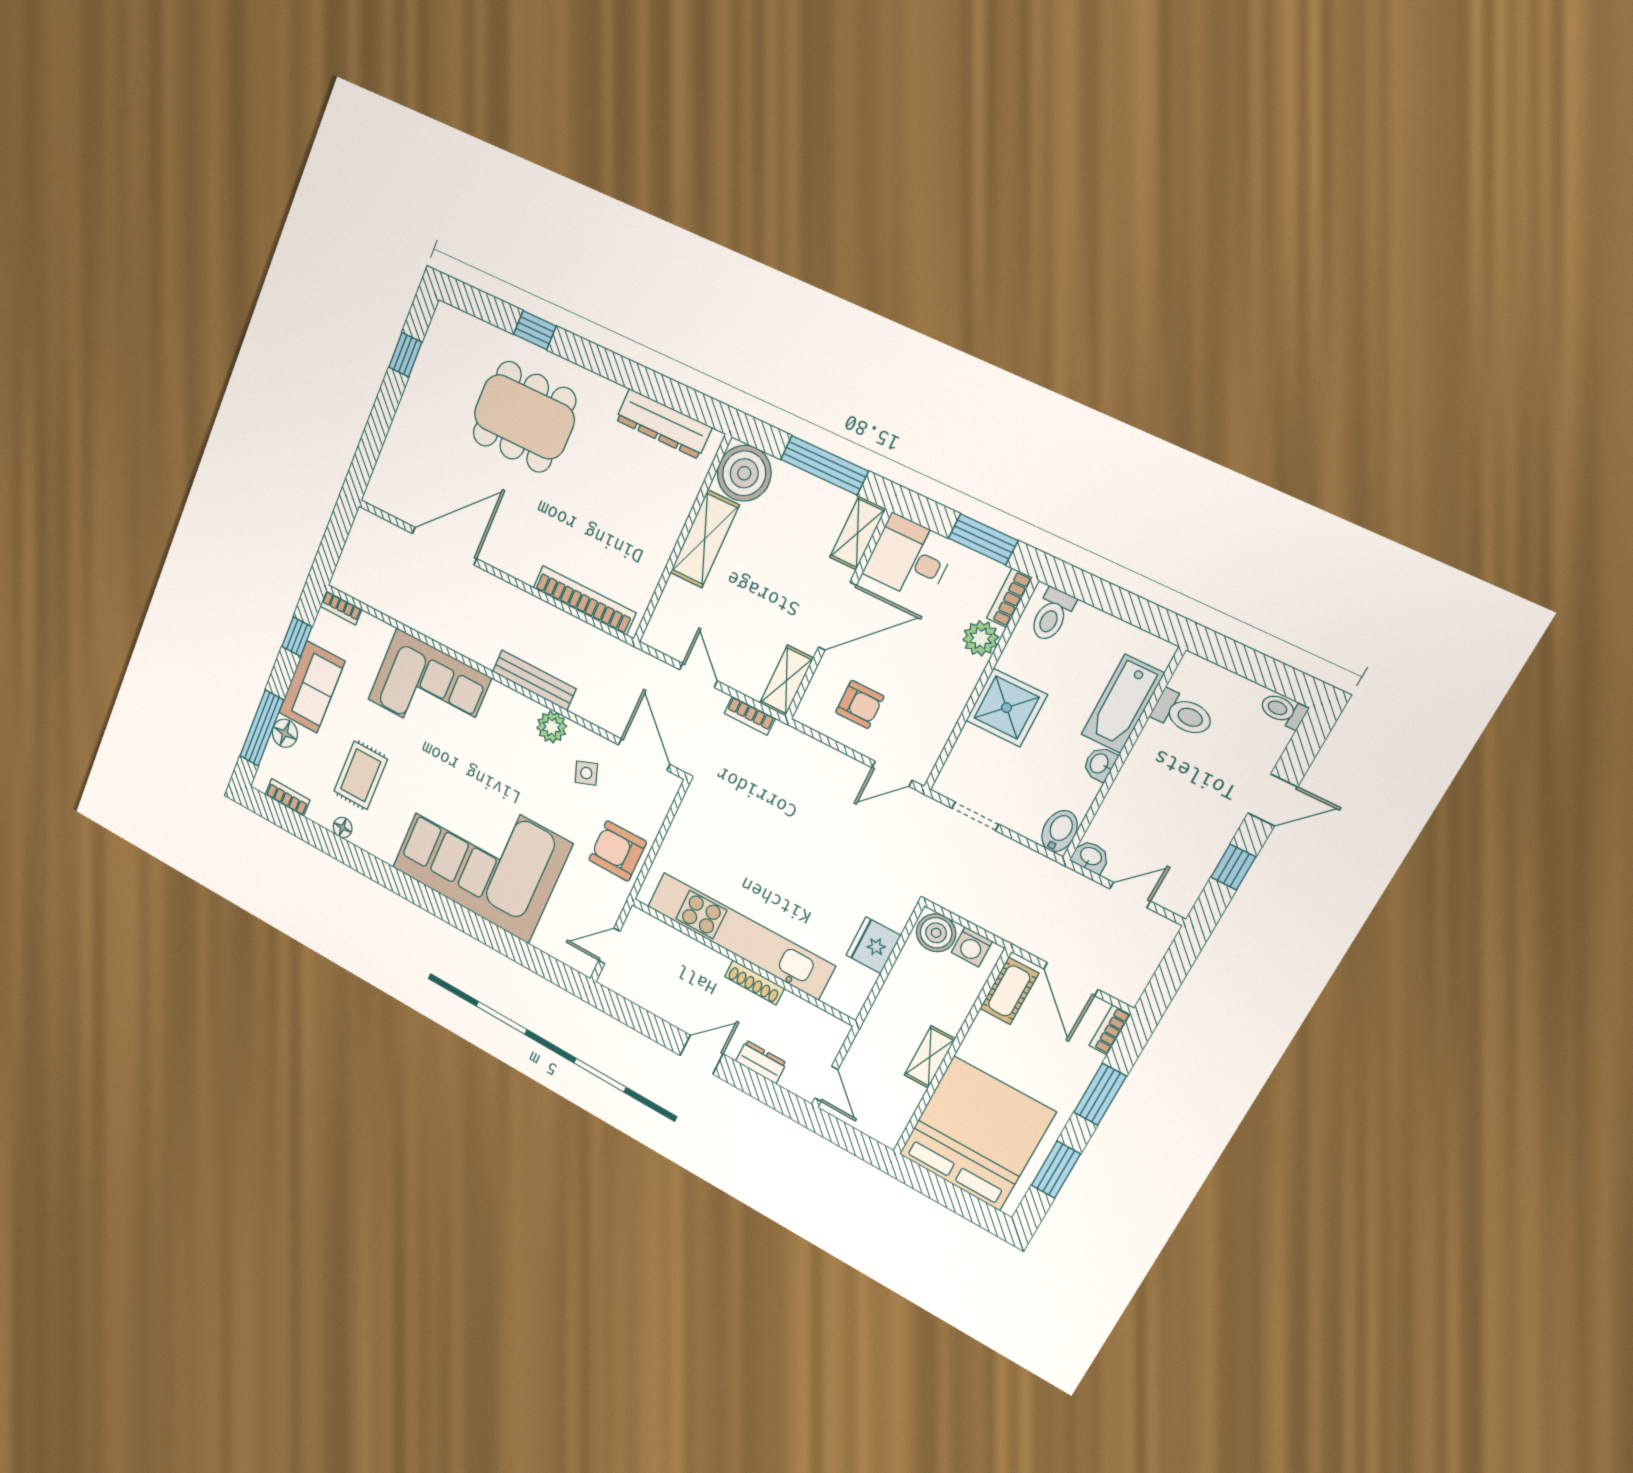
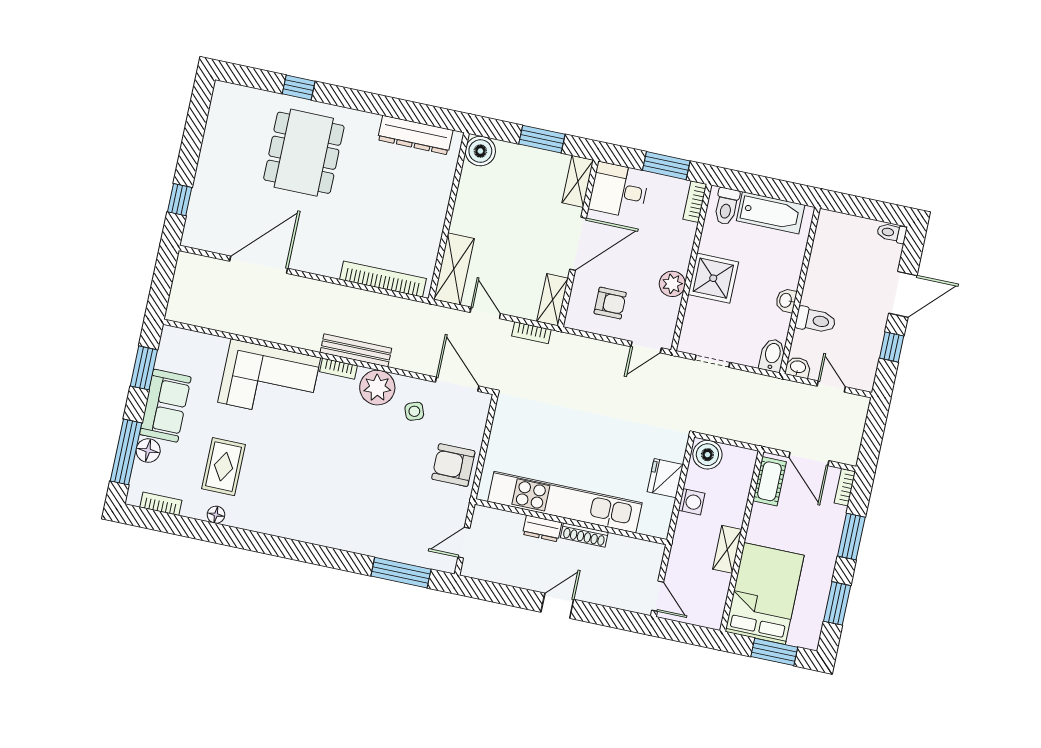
window: (405, 355) -> (180, 200), moved
dining table: (524, 417) -> (304, 153), turned 90
window: (824, 465) -> (542, 139), width x0.69
boiler: (744, 473) -> (480, 151), width x0.73, depth x0.73
shelving: (705, 539) -> (454, 269), moved
bookcase: (341, 608) -> (338, 369), moved
window: (297, 637) -> (144, 368), width x1.50
plant: (981, 638) -> (672, 284), moved
bathtub: (1123, 704) -> (771, 213), moved, turned -90
toilet: (1183, 714) -> (816, 320), moved
plant: (552, 727) -> (377, 388), width x1.36, depth x1.36
door: (1273, 800) -> (903, 294), width x1.37
corner sofa: (481, 856) -> (342, 502), removed
door: (1130, 895) -> (831, 387), hinge flipped
washing machine: (972, 947) -> (692, 502), moved, turned -90
window: (530, 957) -> (401, 573), added
dresser: (761, 1062) -> (542, 528), moved, turned 180
bed: (977, 1133) -> (765, 594), width x0.73
window: (956, 1199) -> (774, 652), added

